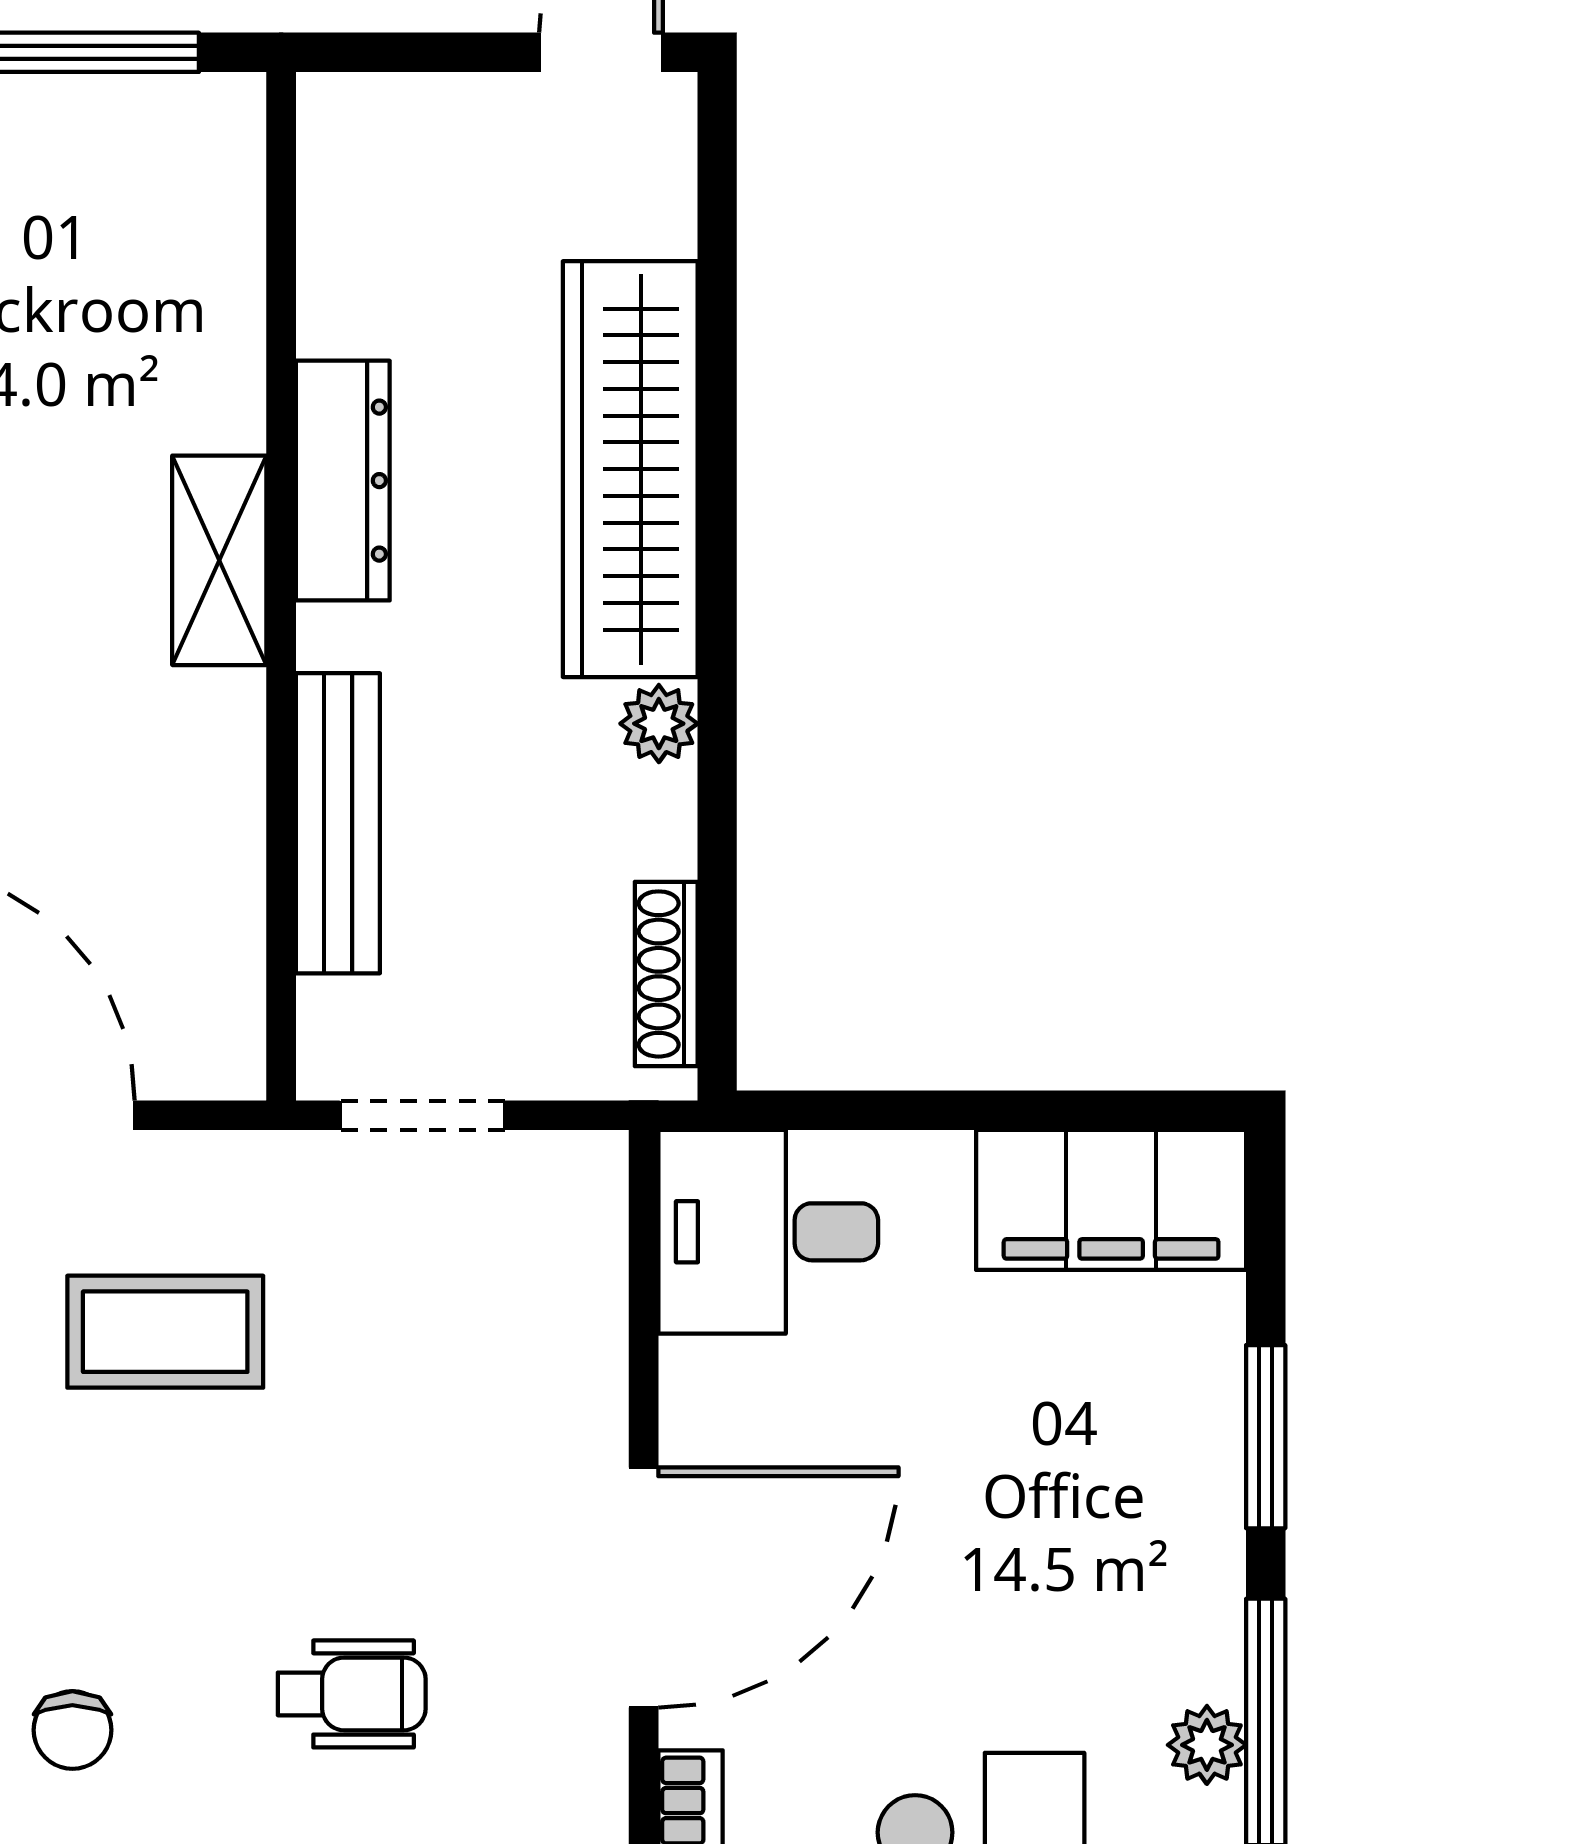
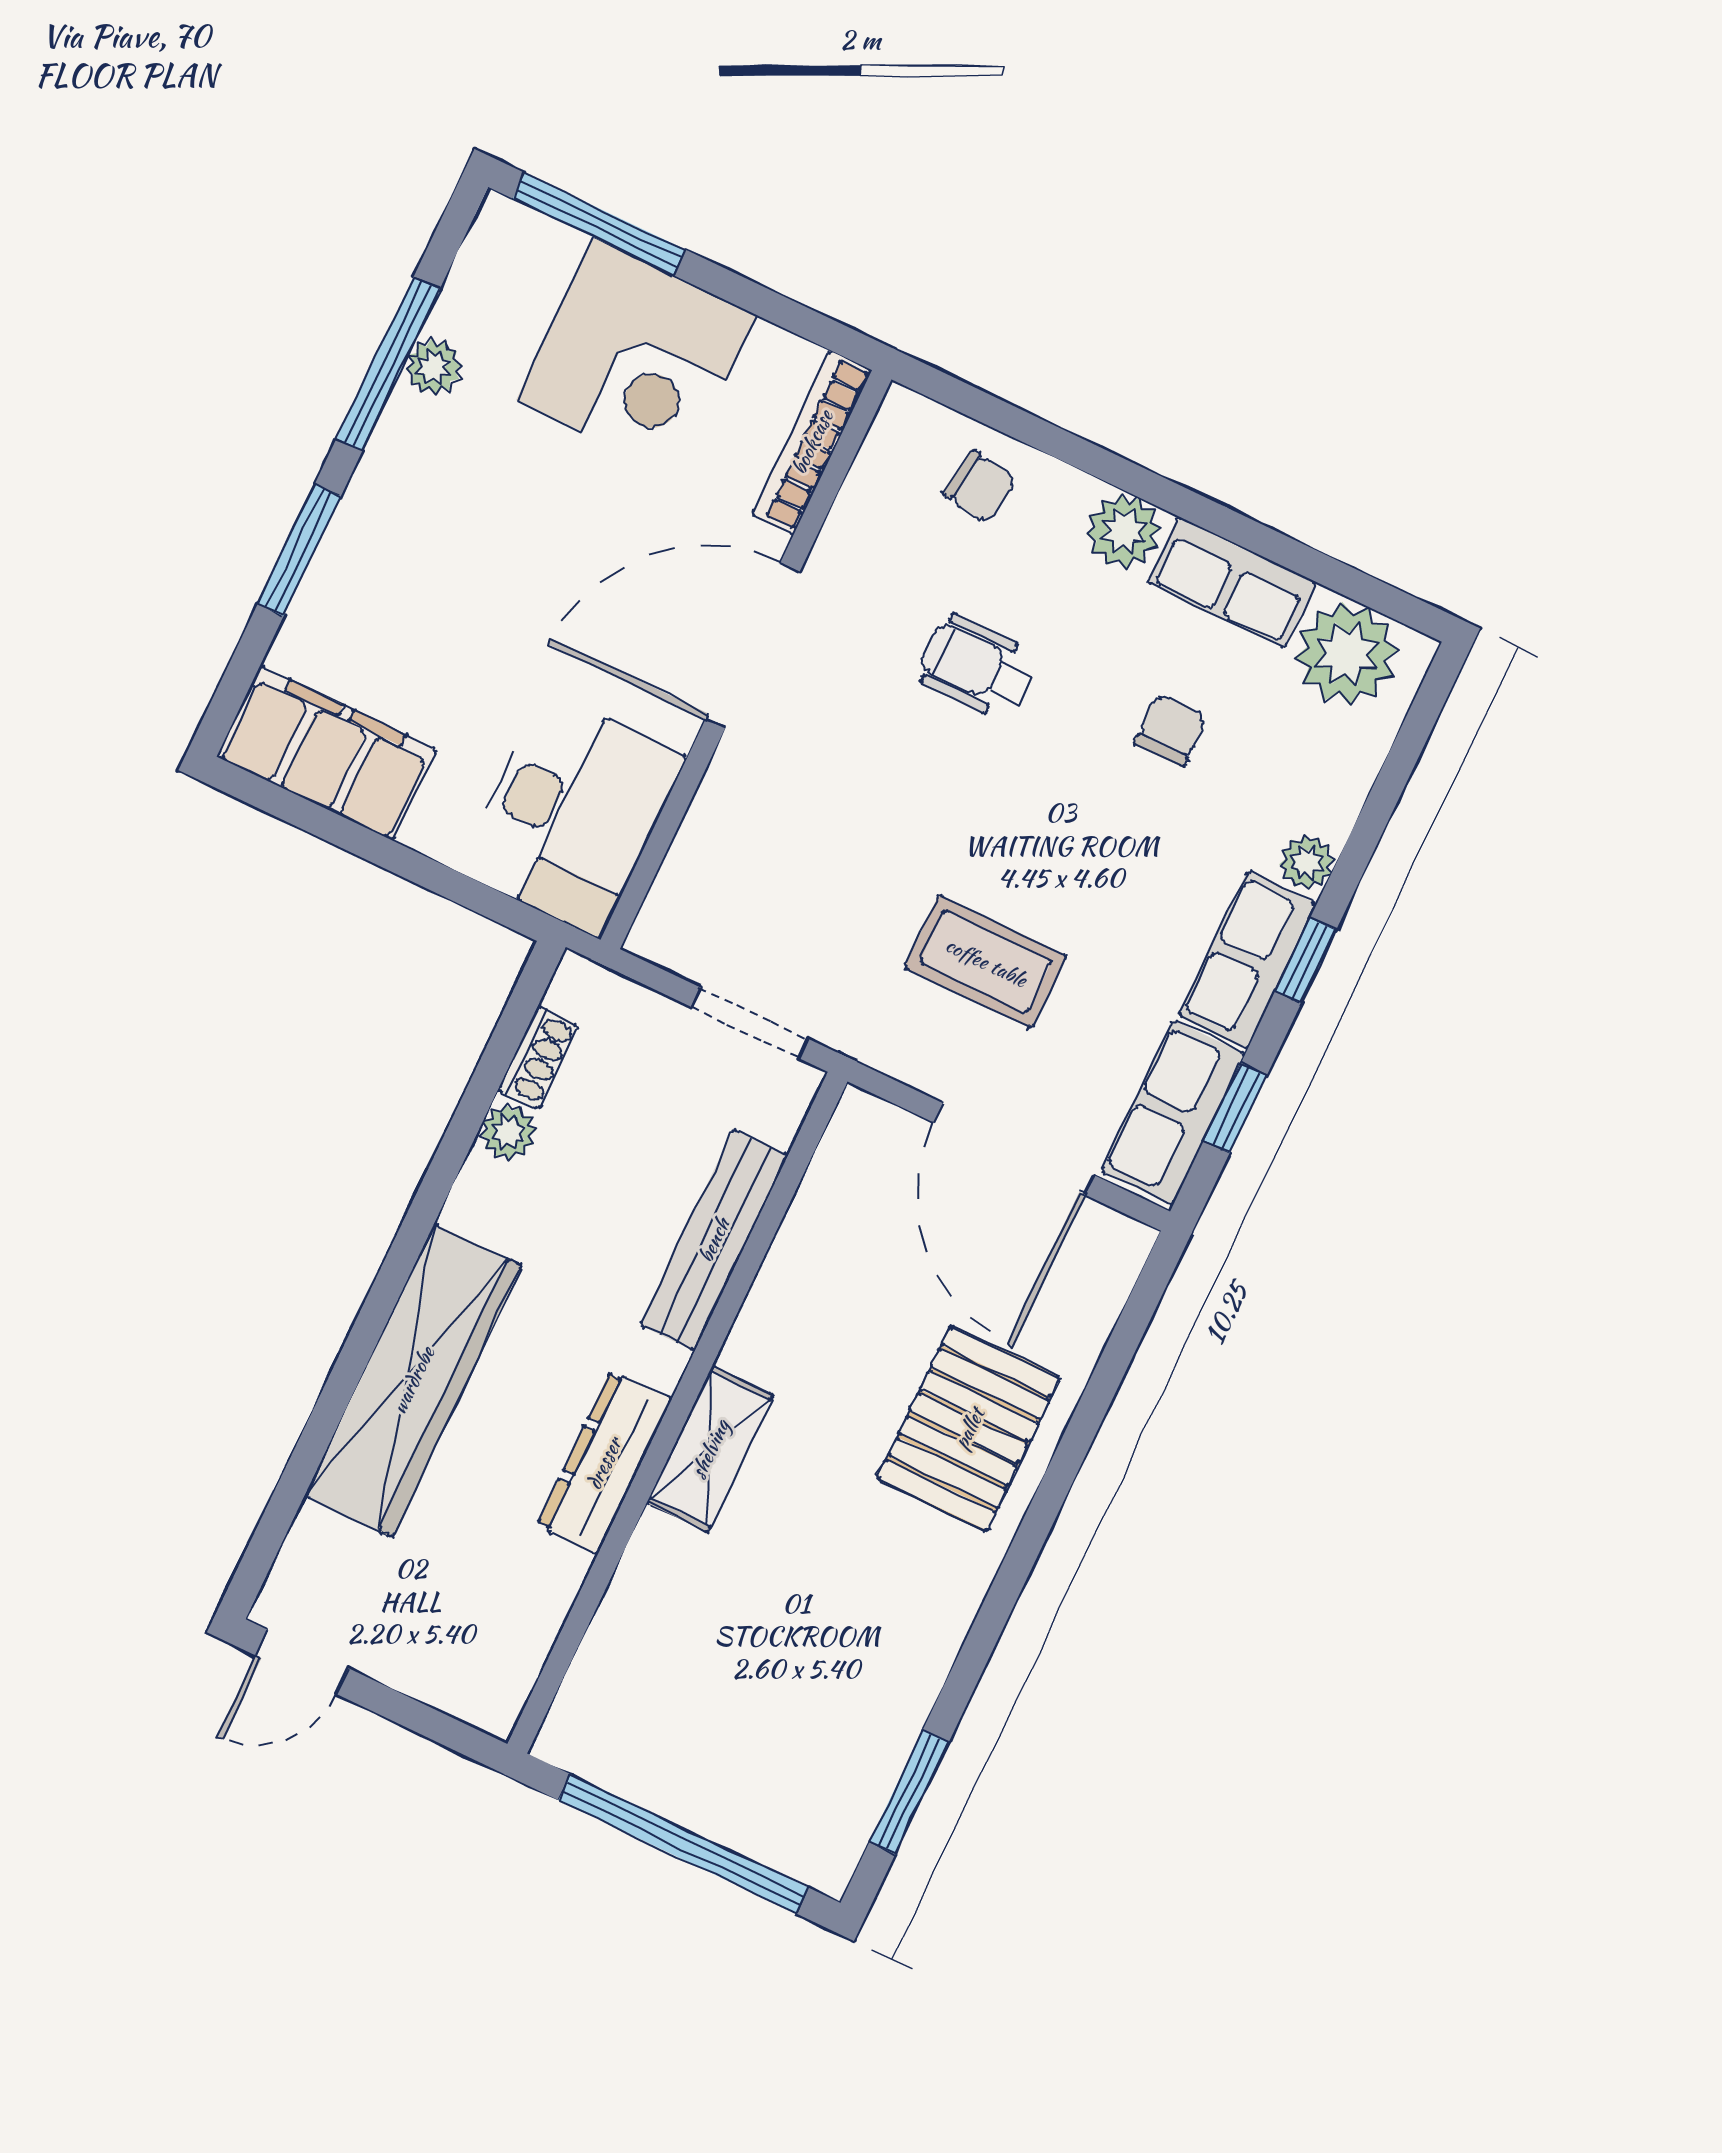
plant: (659, 724) -> (508, 1132), moved
shoe rack: (666, 974) -> (538, 1057), width x0.70
desk: (768, 1232) -> (572, 814), width x1.37

